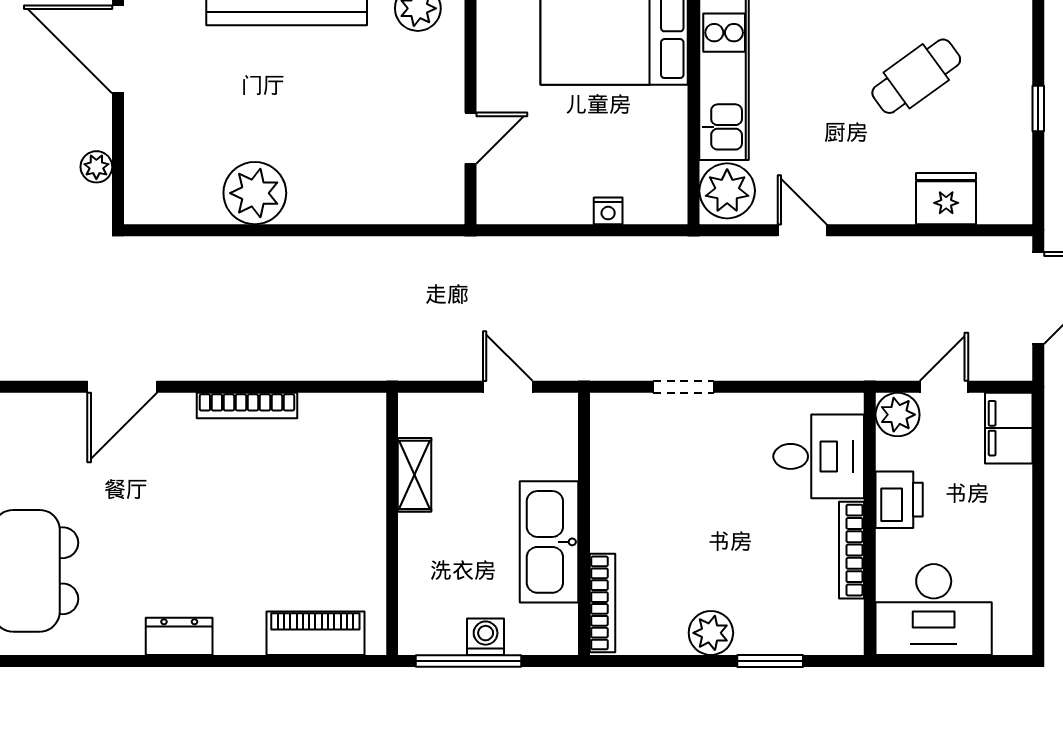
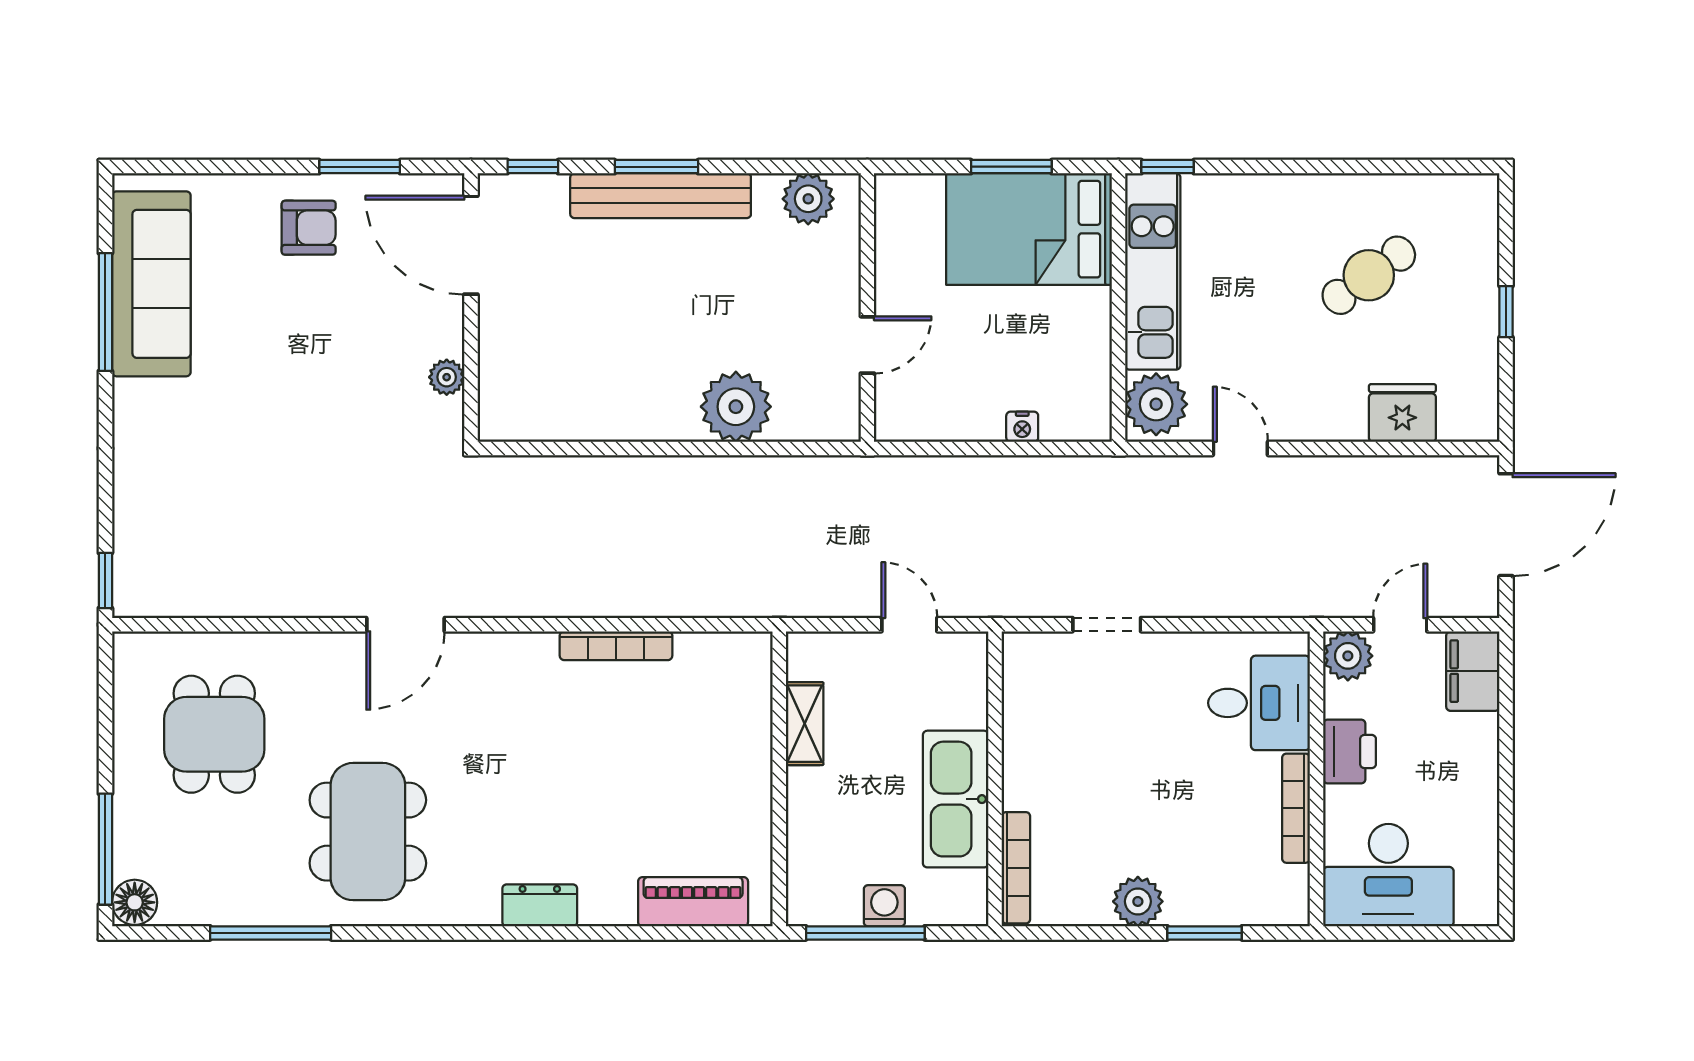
plant: (255, 193) -> (736, 407), moved
door: (122, 387) -> (405, 625), moved

